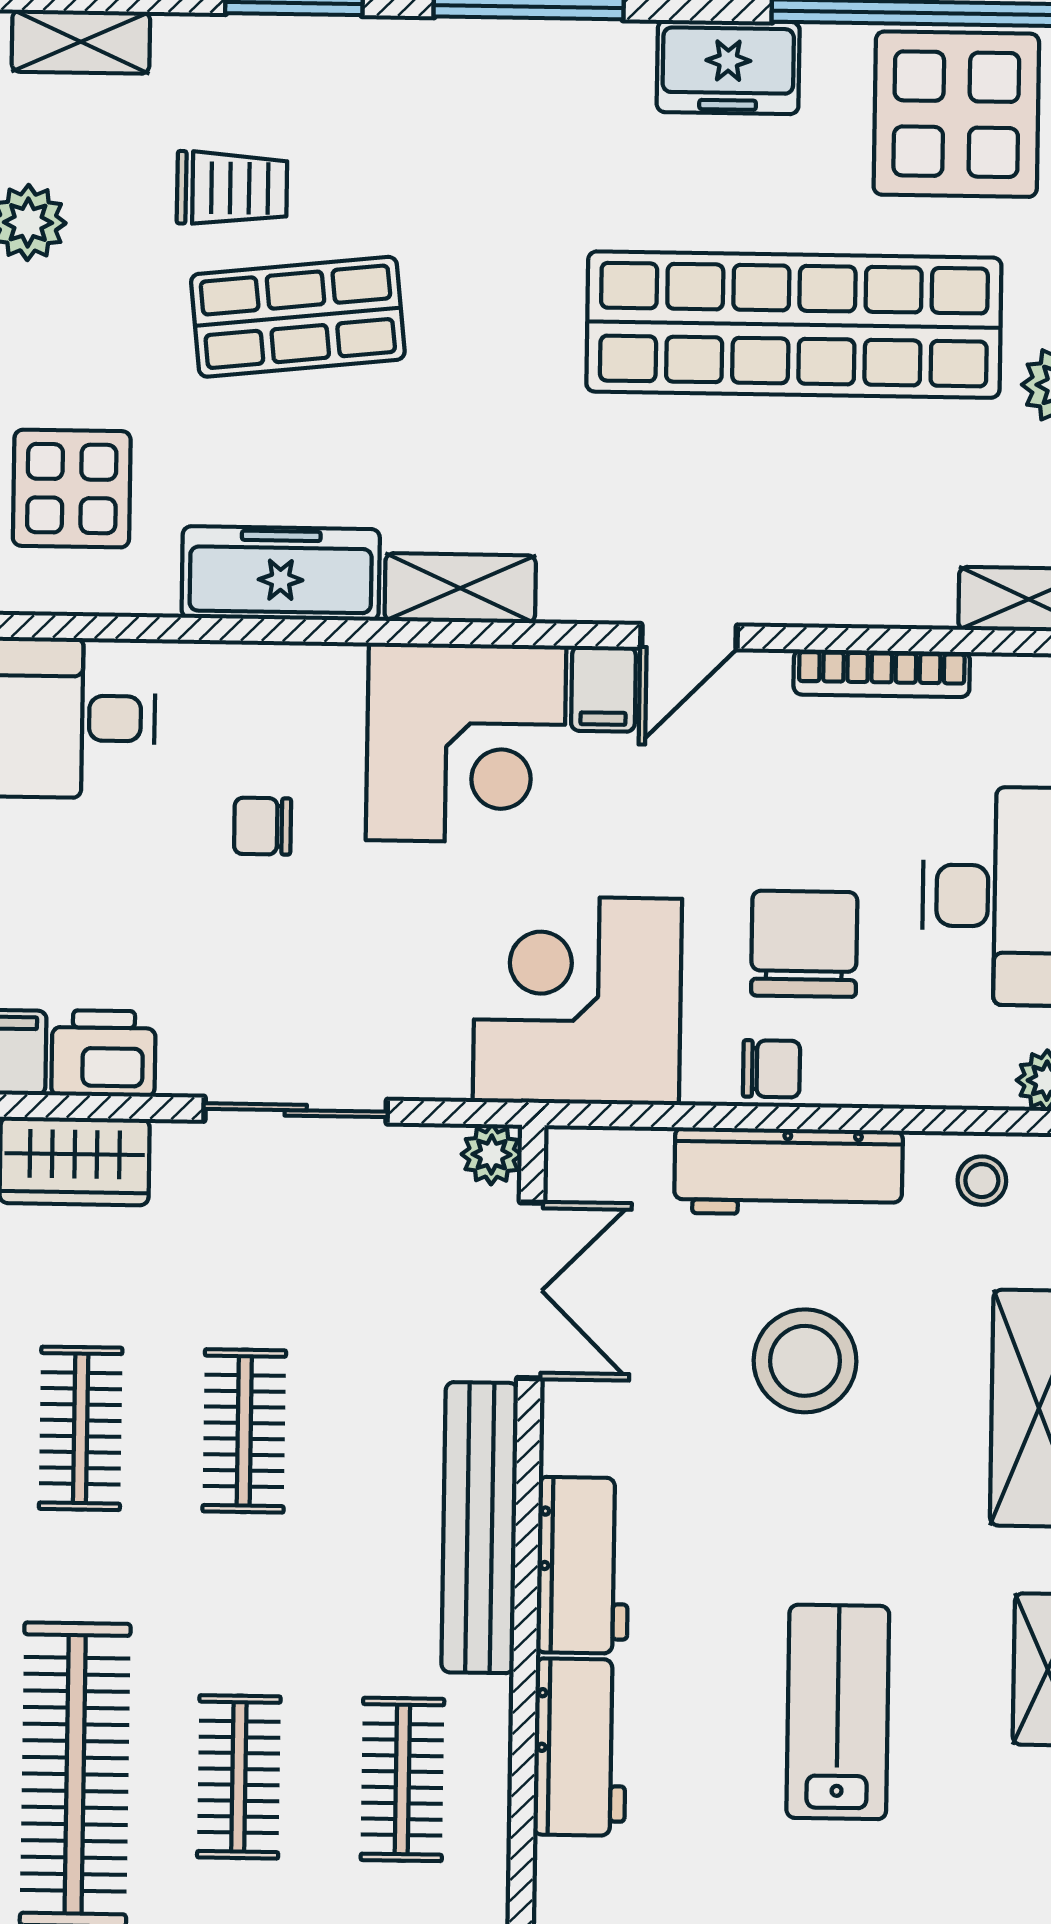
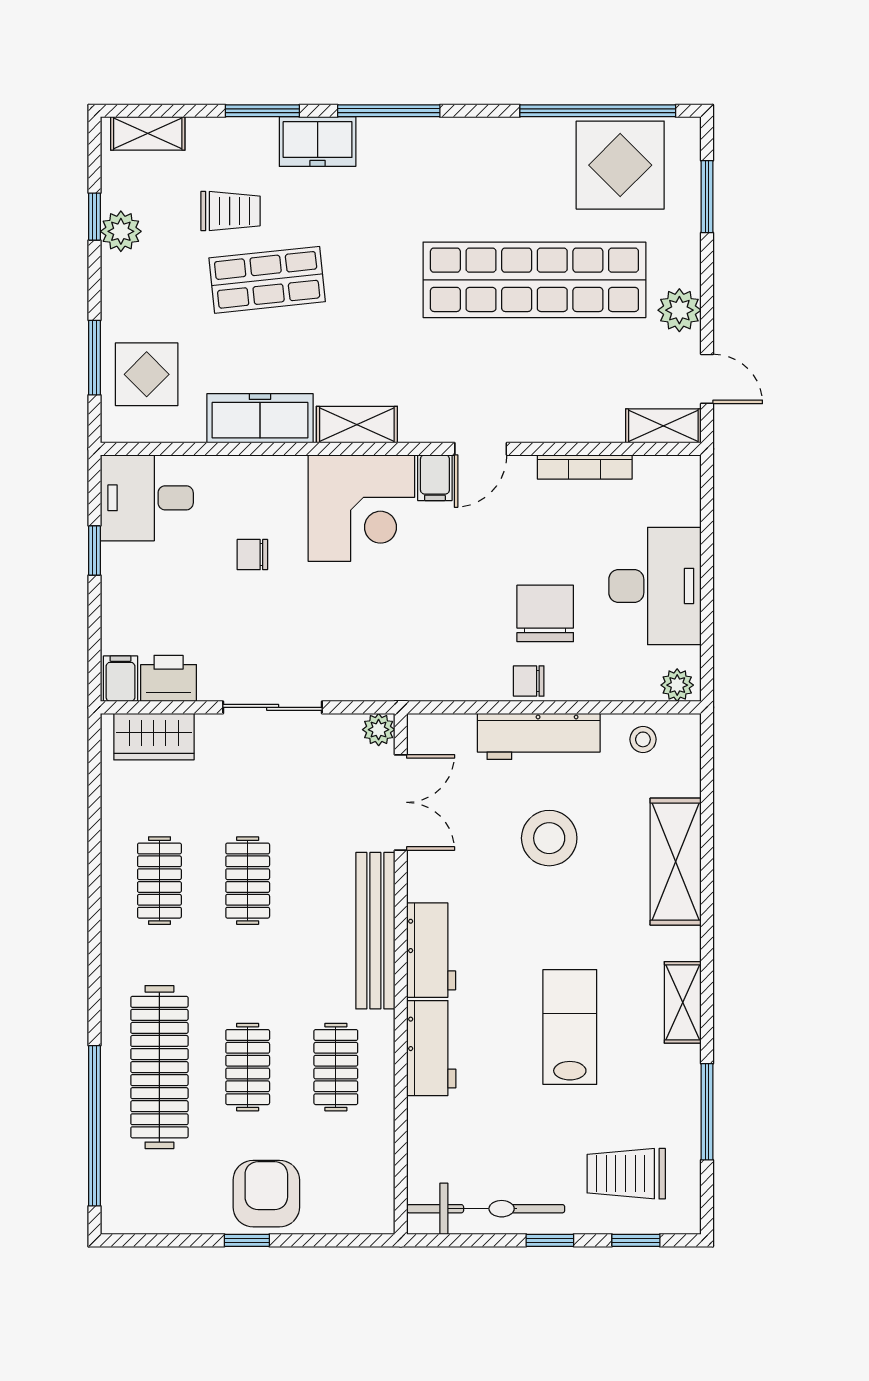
freezer: (728, 67) -> (318, 142), moved
corner desk: (577, 1000) -> (423, 646), removed
chair: (772, 1069) -> (529, 681), turned 180

